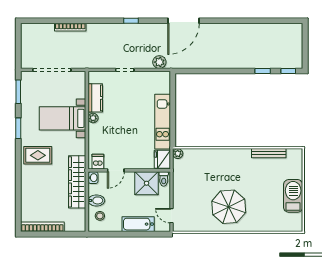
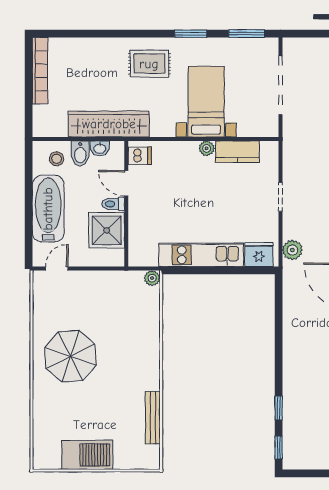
rug: (38, 155) -> (149, 64), turned 90
fridge: (162, 159) -> (259, 255), moved
washbasin: (93, 178) -> (100, 148), moved
toilet: (164, 179) -> (113, 204), moved
bathtub: (138, 224) -> (48, 209), width x1.36, depth x1.36

